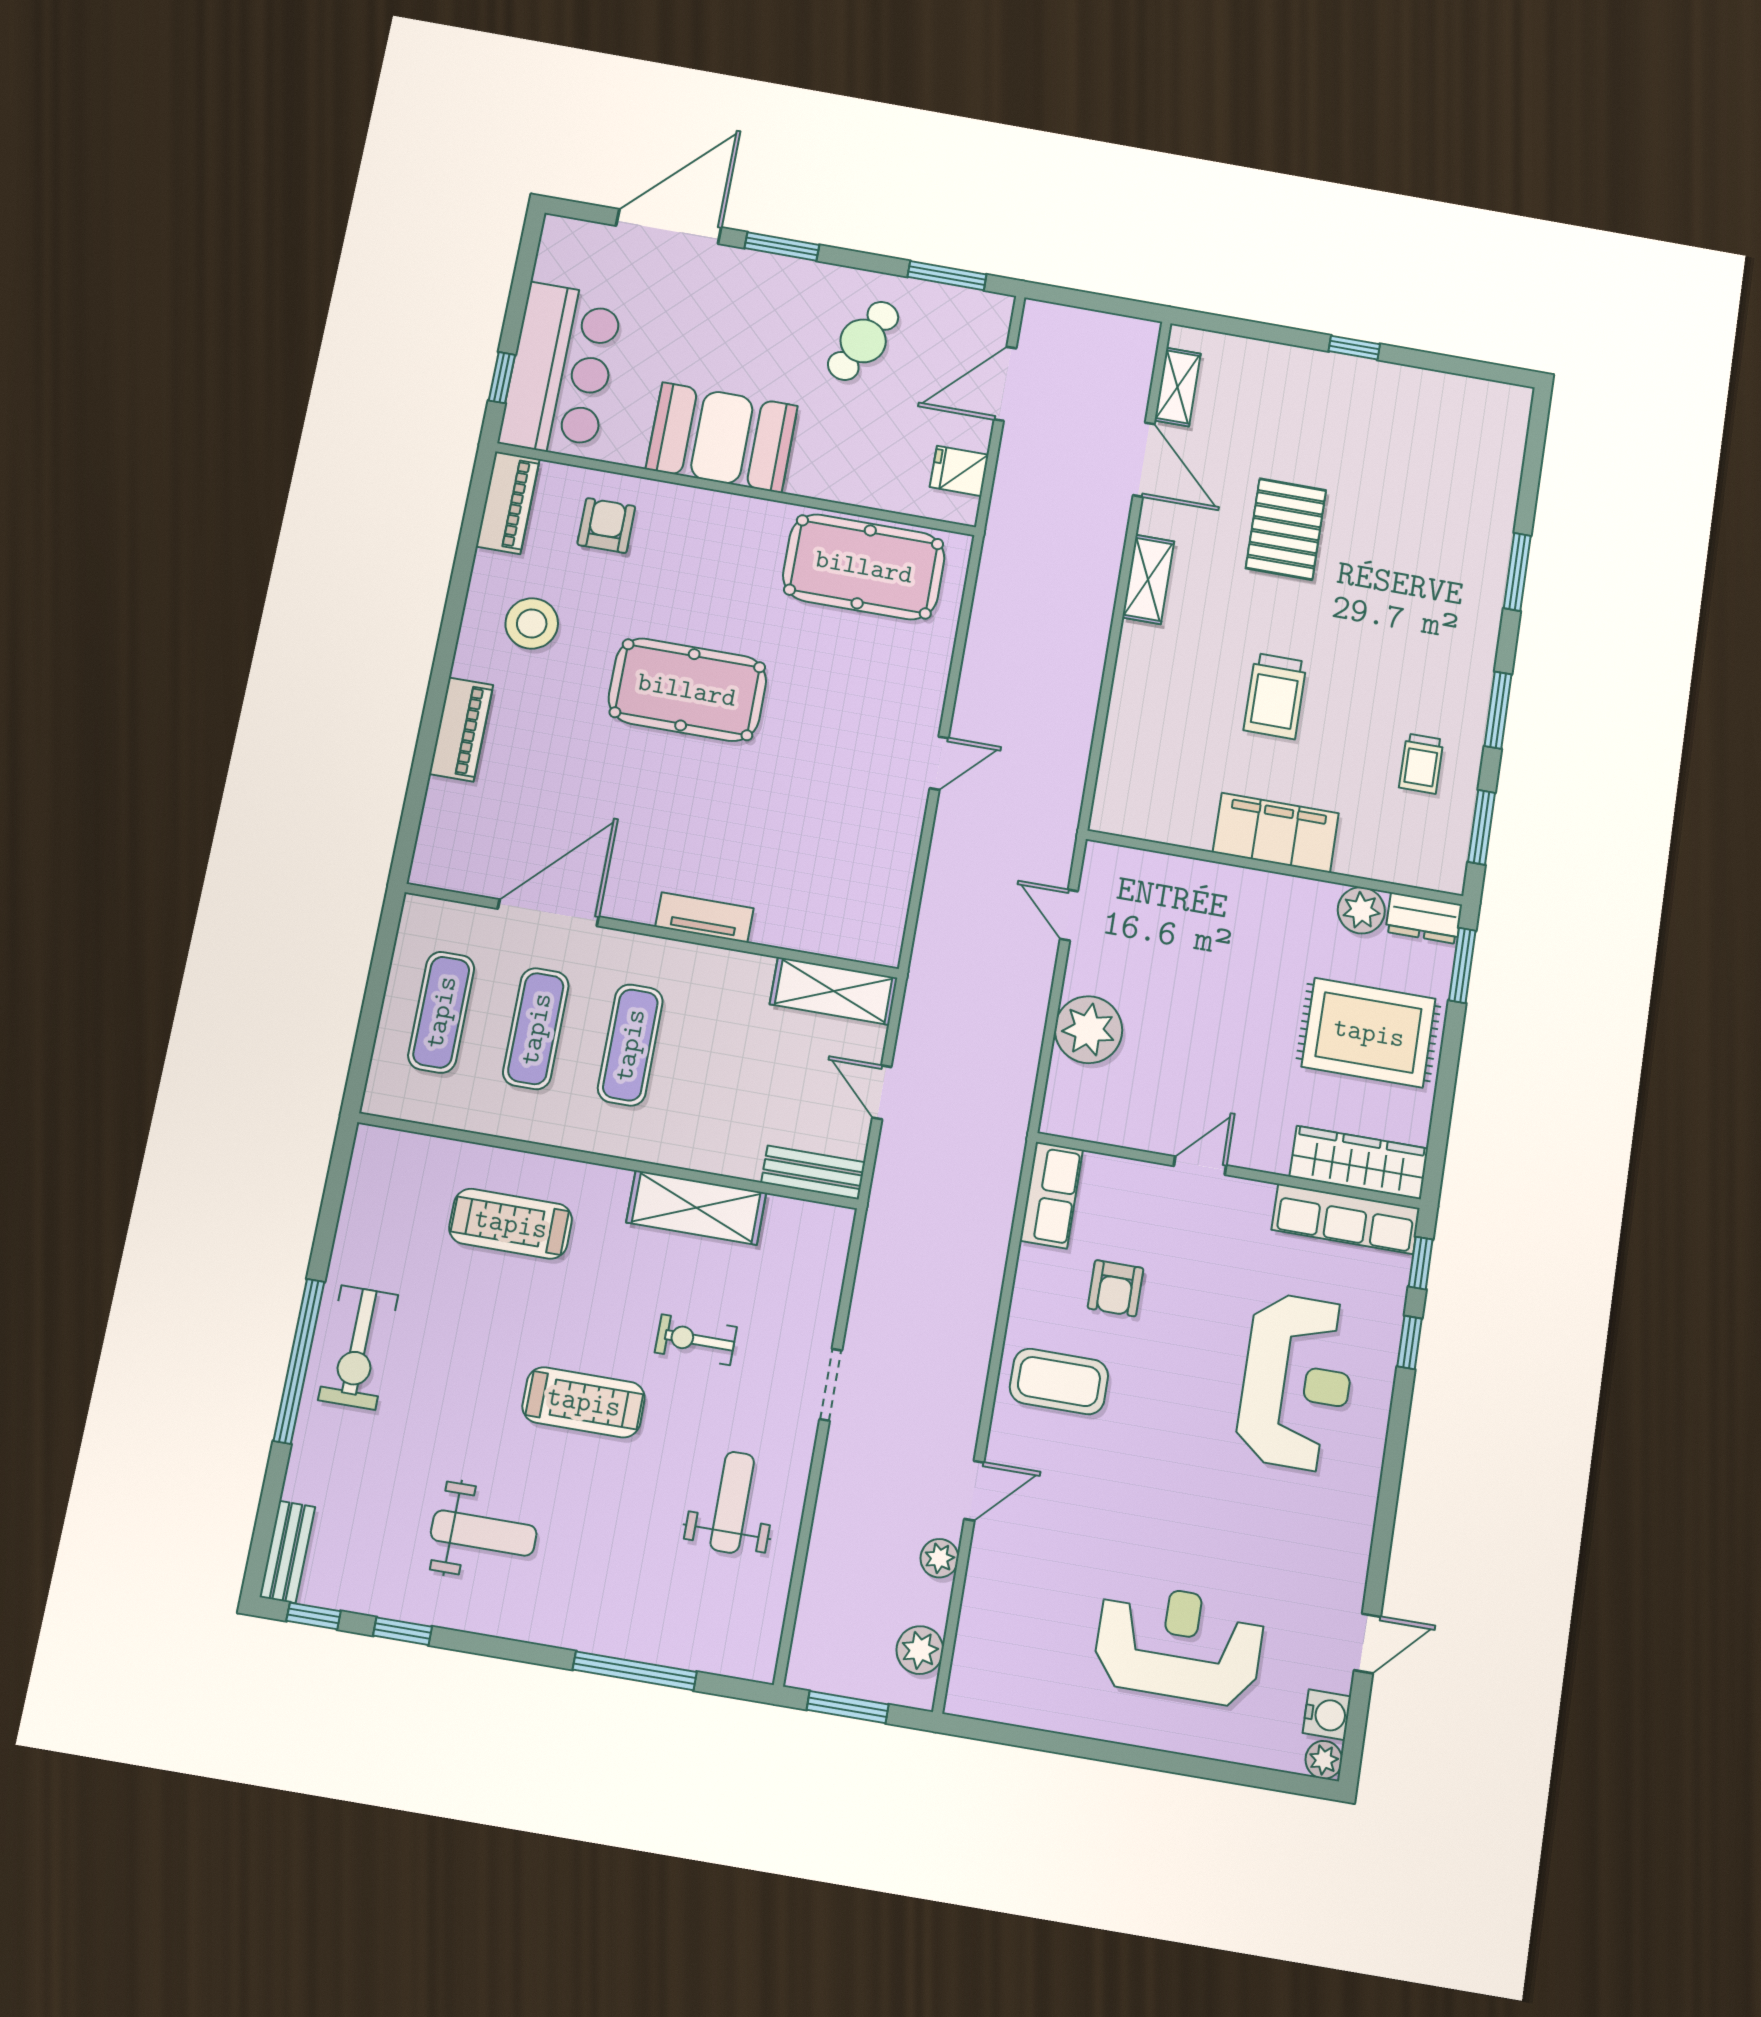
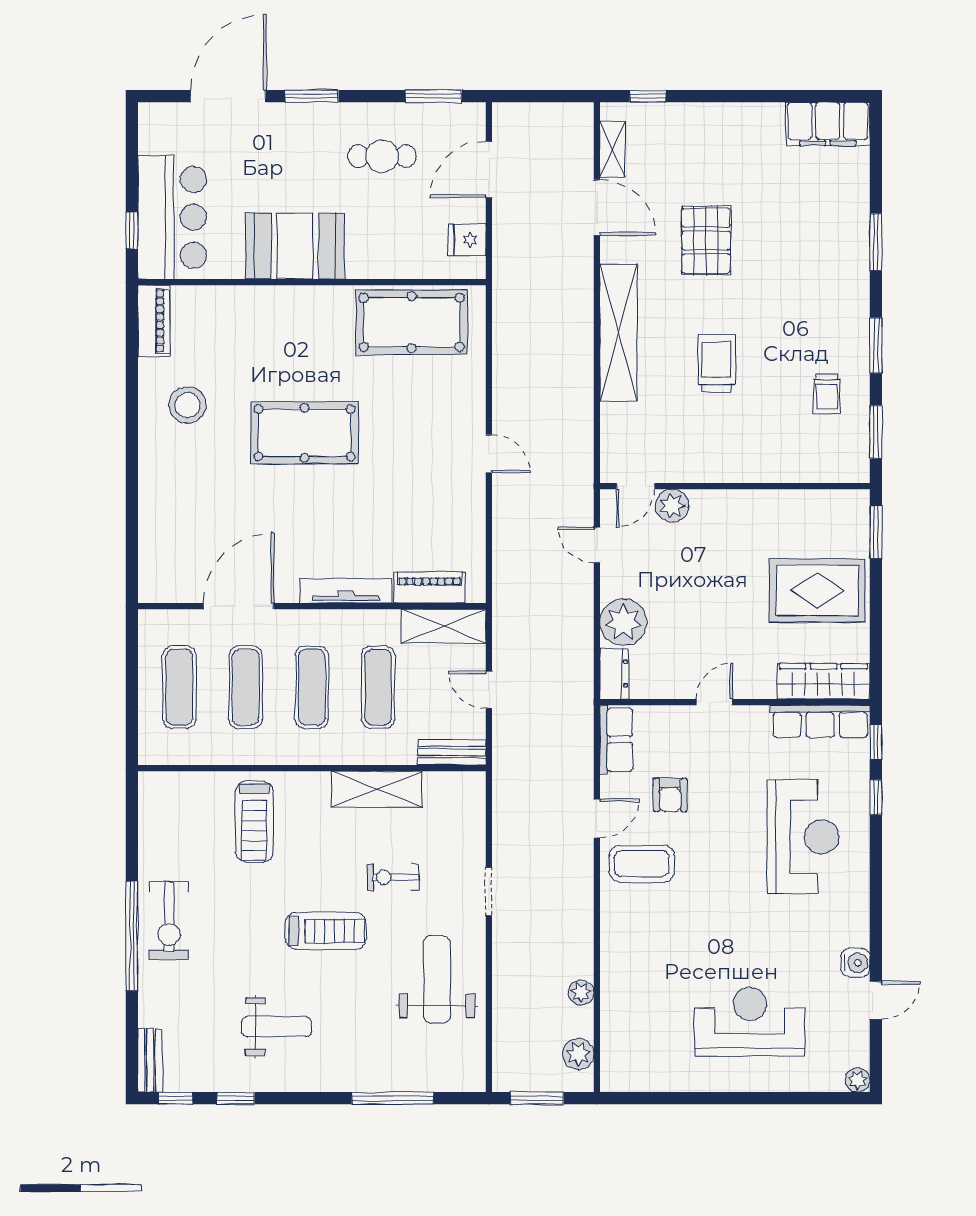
cafe table: (863, 341) -> (382, 156), turned 63
window: (1354, 348) -> (648, 96), moved
armchair: (606, 525) -> (226, 325), removed
shelving: (1148, 579) -> (619, 332), width x2.20, depth x1.33
trolley: (1275, 696) -> (717, 364), turned 180
piano: (461, 729) -> (430, 587), moved, turned -90
door: (939, 763) -> (489, 454), hinge flipped
filing cabinet: (1276, 833) -> (828, 124), moved, turned 180
door: (1136, 843) -> (635, 486), added
plant: (1361, 910) -> (672, 506), moved
tv unit: (704, 918) -> (346, 591), width x1.41
dresser: (1424, 918) -> (614, 674), moved, turned -90
exercise mat: (725, 1061) -> (378, 687), added
treadmill: (511, 1224) -> (254, 822), turned -90
door: (974, 1491) -> (597, 818), moved
weight bench: (732, 1502) -> (437, 979), width x1.36, depth x1.33
water cooler: (1327, 1715) -> (855, 963), moved

